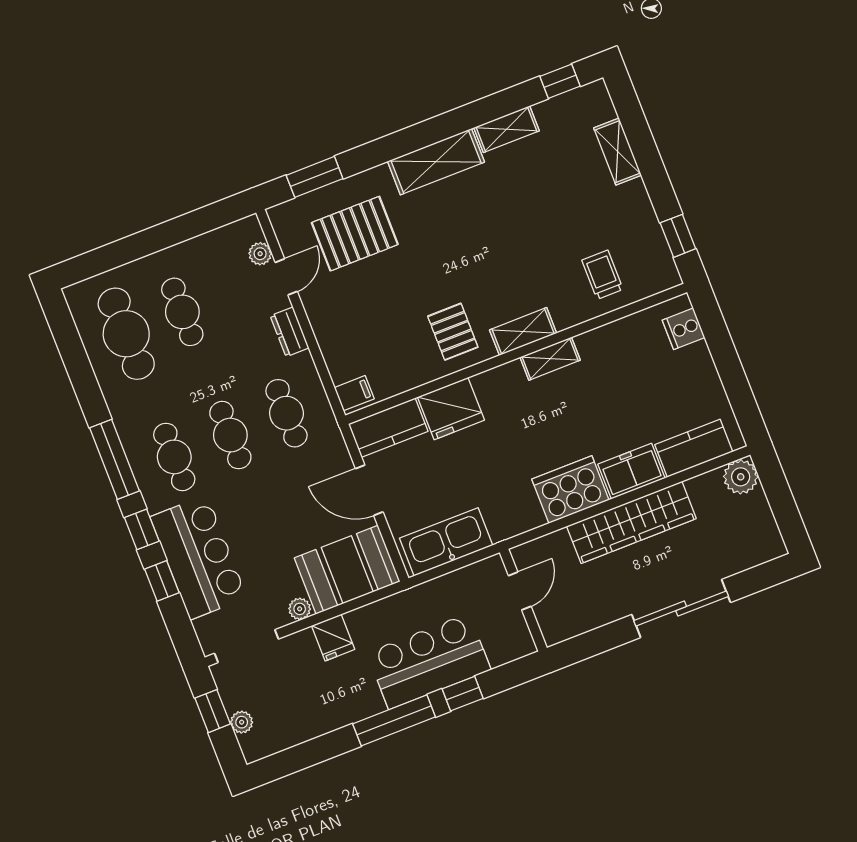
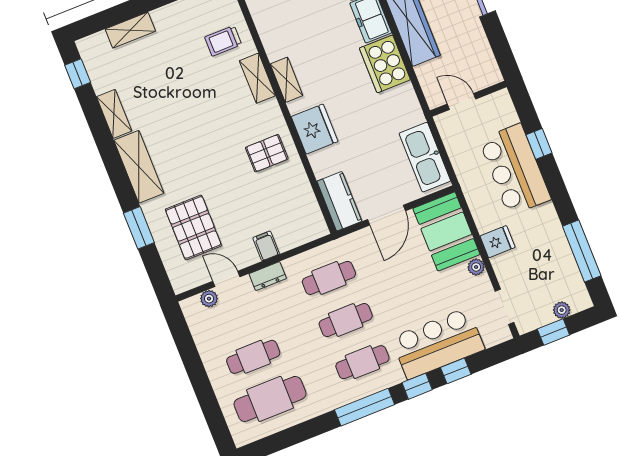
window: (315, 177) -> (139, 228), moved
shelving: (523, 331) -> (257, 78), moved
filing cabinet: (354, 393) -> (266, 246), moved
fridge: (451, 409) -> (315, 129), moved
doorway: (246, 646) -> (504, 307), width x0.73
window: (394, 720) -> (582, 251), moved

